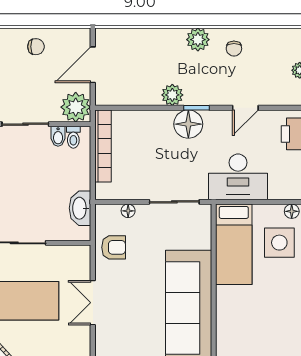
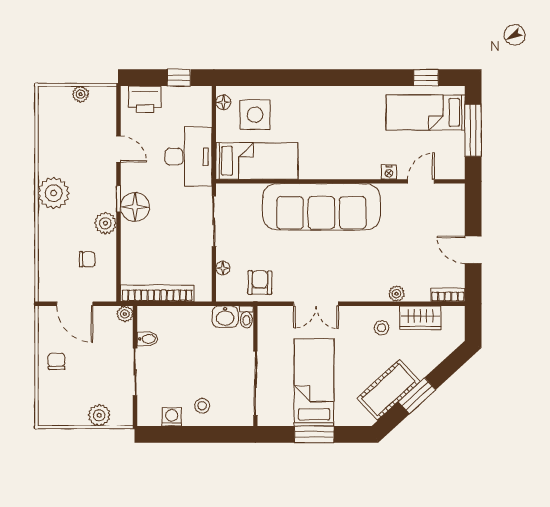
plant: (198, 40) -> (54, 193), width x1.36, depth x1.36
chair: (234, 49) -> (87, 259), moved
plant: (76, 107) -> (125, 314), width x0.53, depth x0.53
toilet: (73, 137) -> (246, 317), moved, turned 90
washbasin: (80, 208) -> (225, 317), width x0.72

